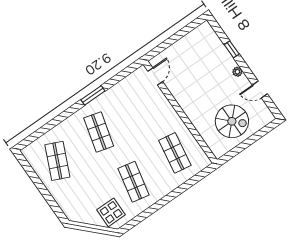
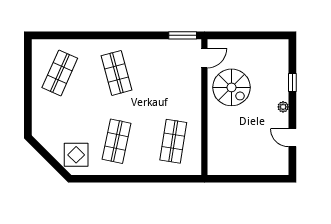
window: (93, 95) -> (183, 35), moved
spiral stairs: (232, 121) -> (231, 87), moved
shop shelf: (99, 132) -> (117, 73), turned -30

